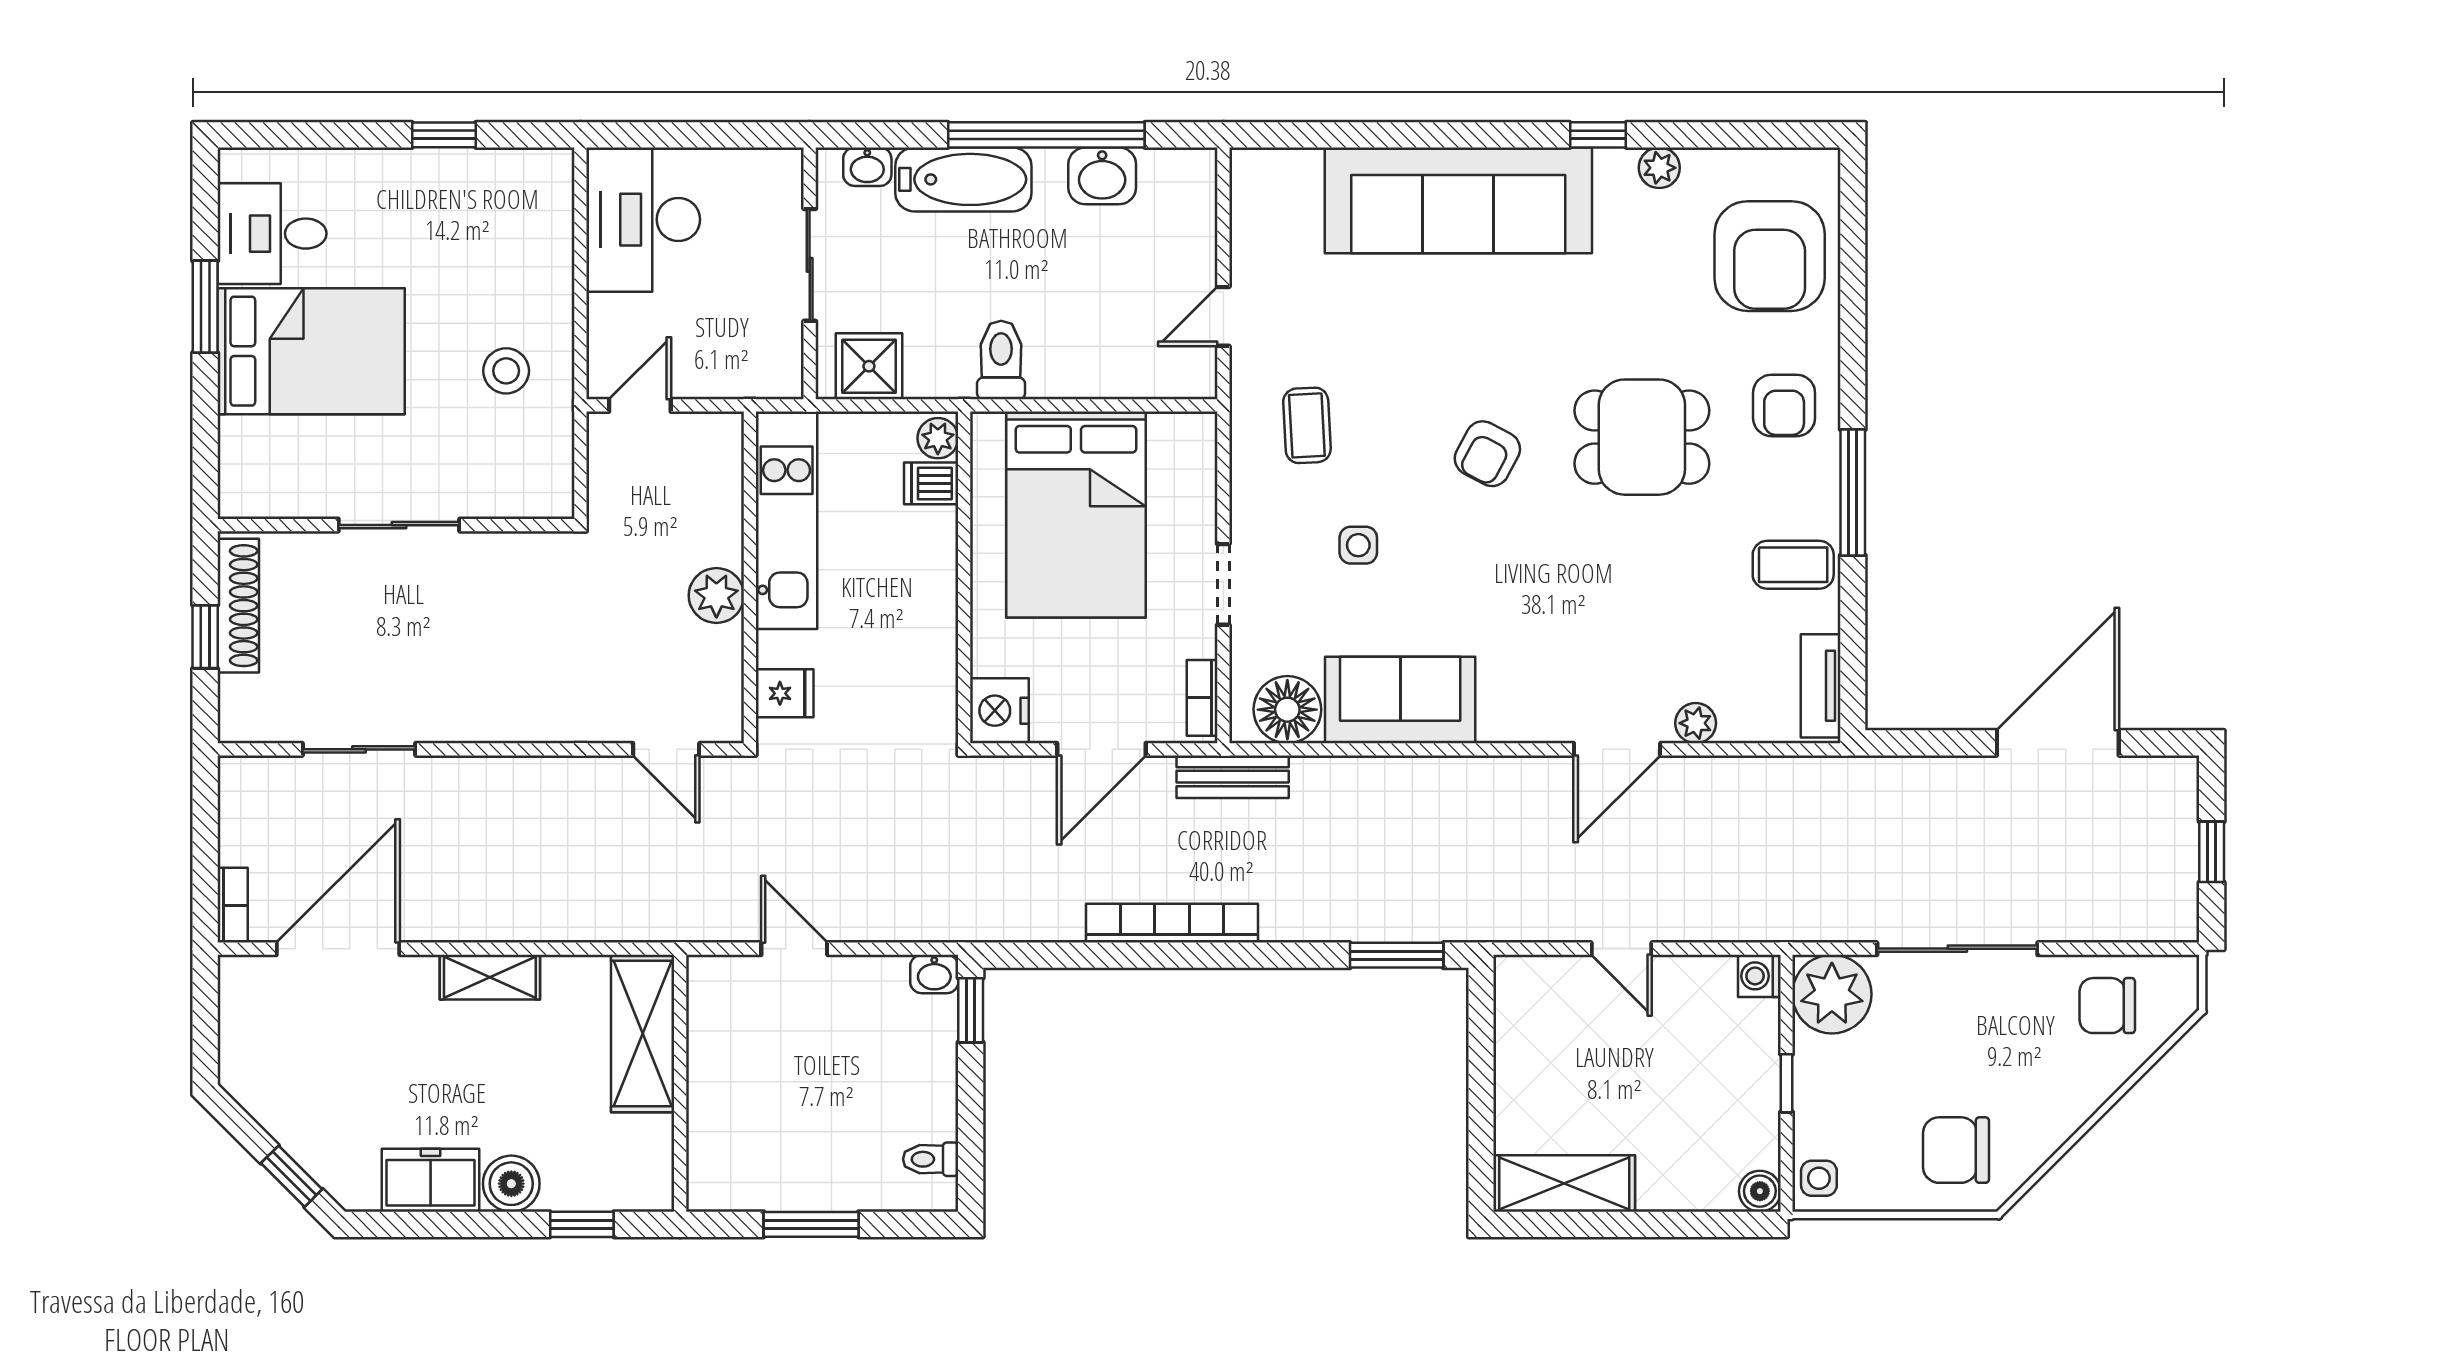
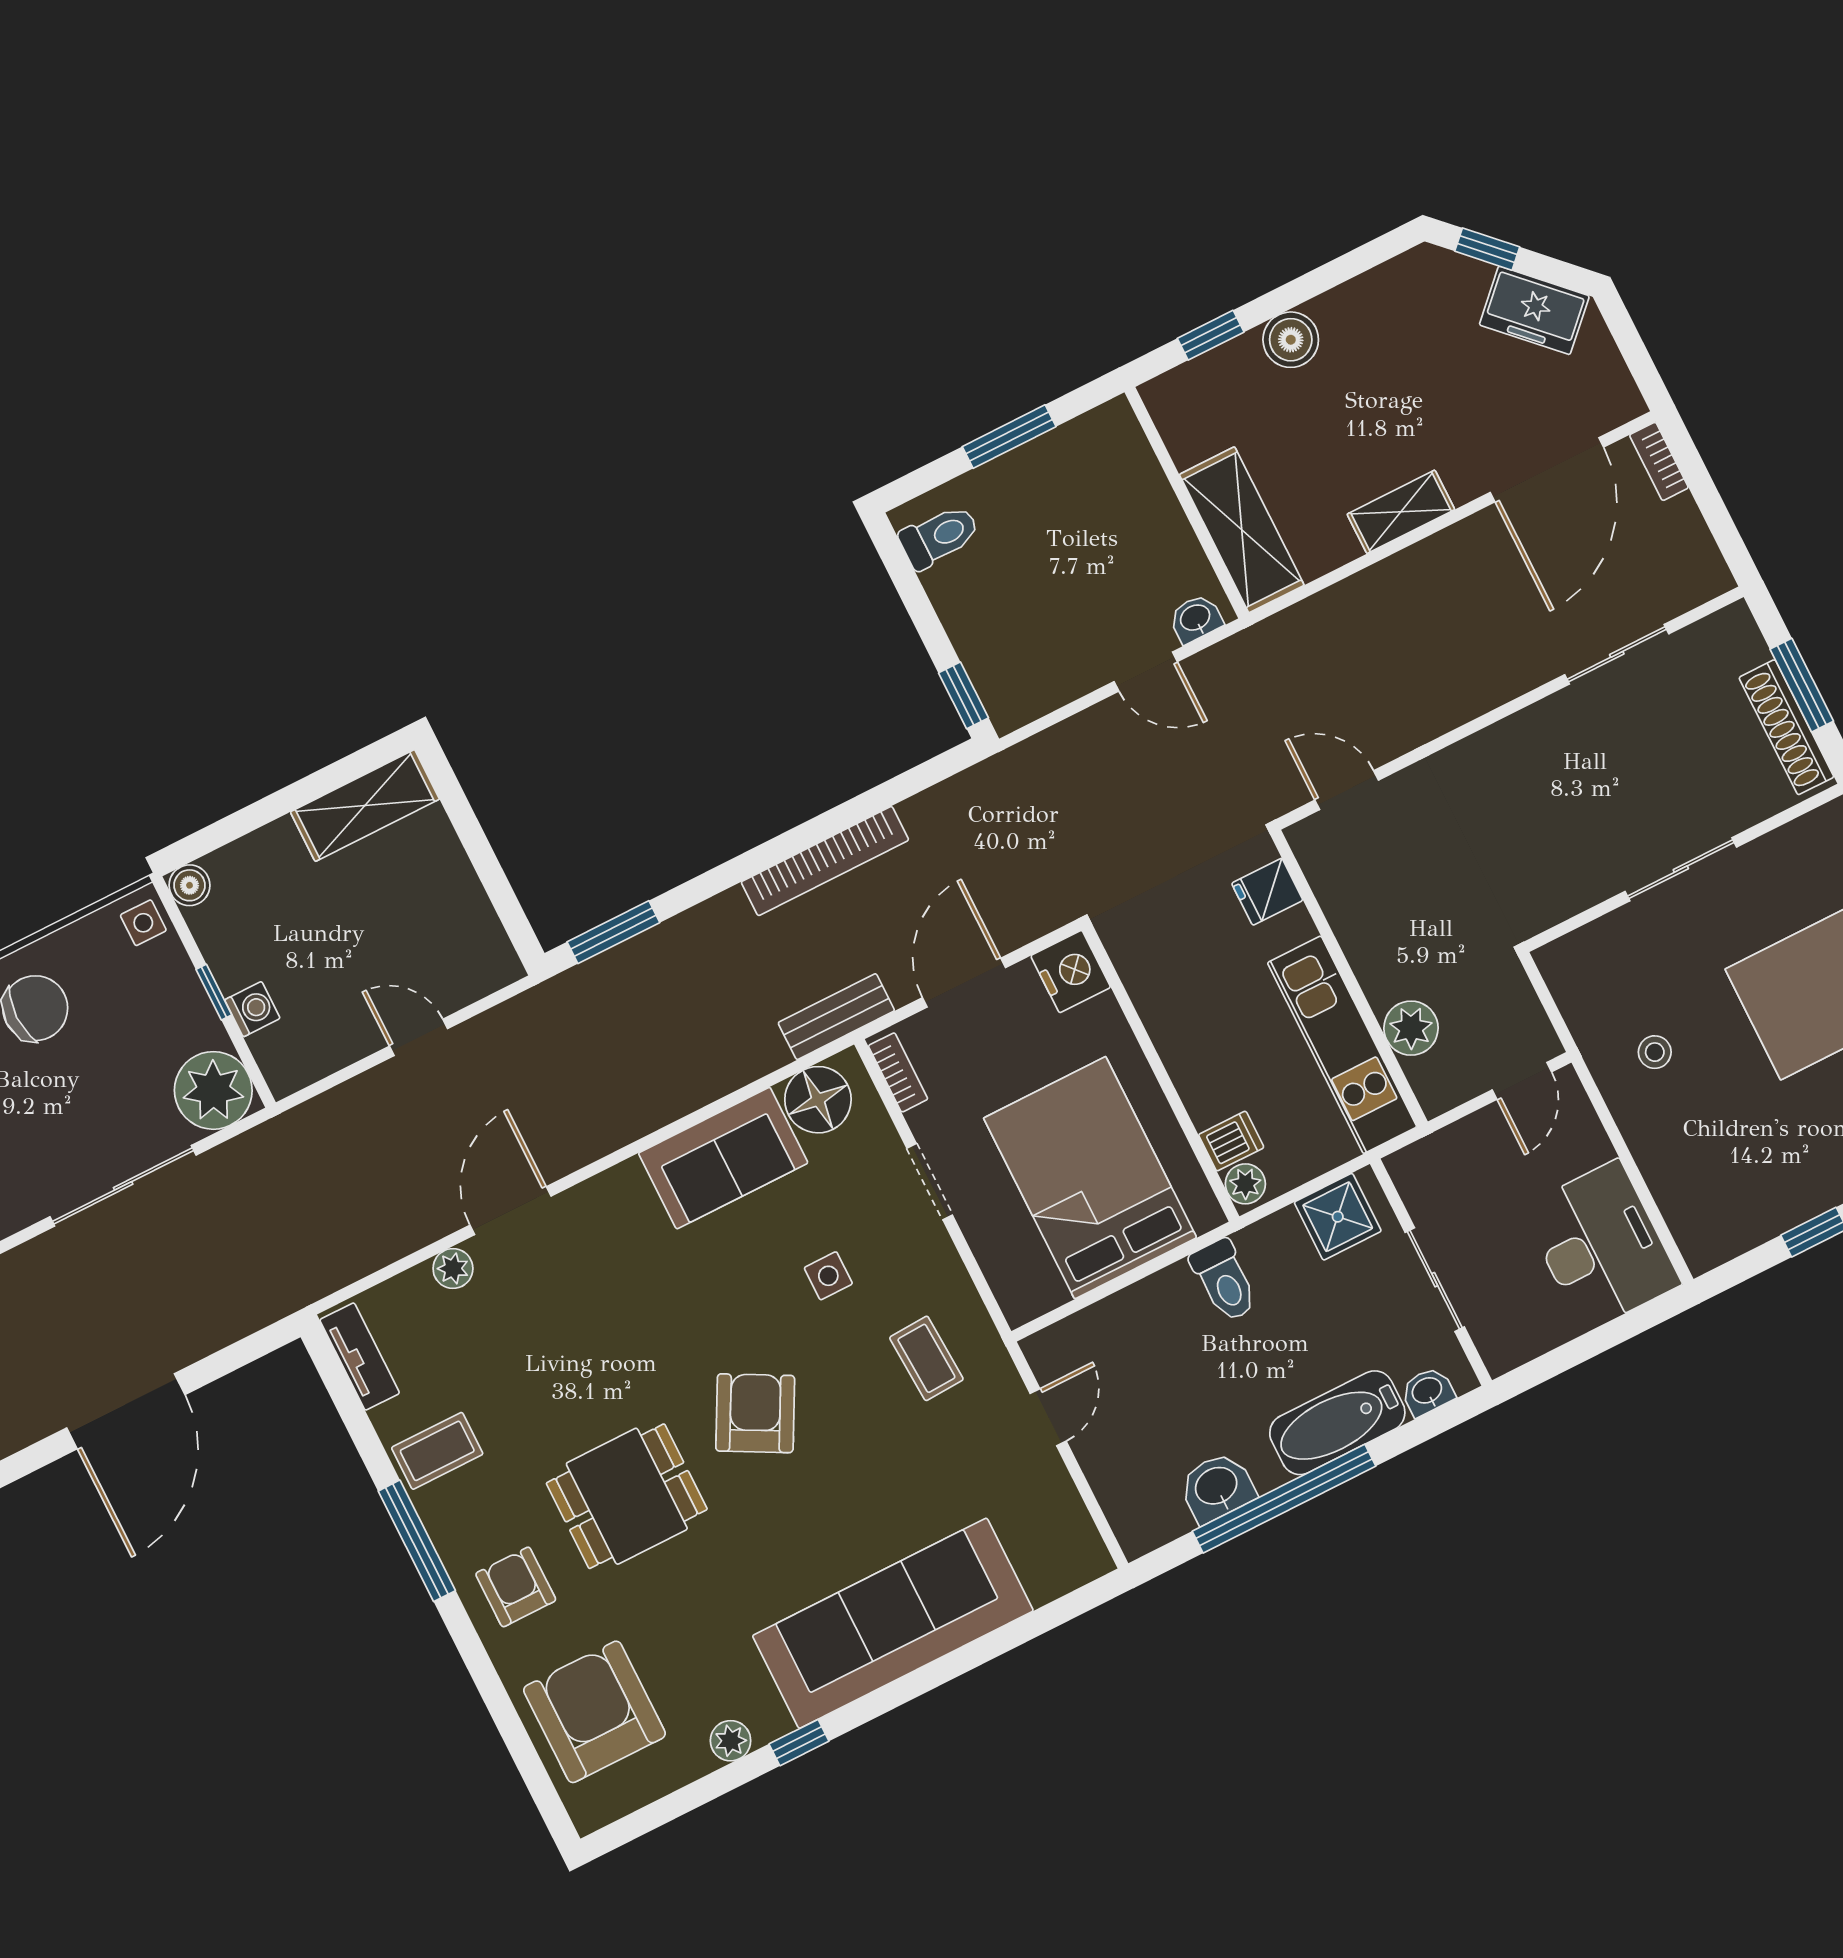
stool: (506, 371) -> (1655, 1052), width x0.73, depth x0.73
armchair: (1487, 454) -> (755, 1413), width x1.38, depth x1.38
plant: (716, 595) -> (1411, 1028), moved
window: (205, 637) -> (1802, 685), width x1.50
washbasin: (934, 974) -> (1196, 619), moved
washing machine: (1759, 976) -> (252, 1009), moved
toilet: (931, 1159) -> (939, 536), width x1.37, depth x1.39
freezer: (430, 1180) -> (1534, 310), moved, turned 45

